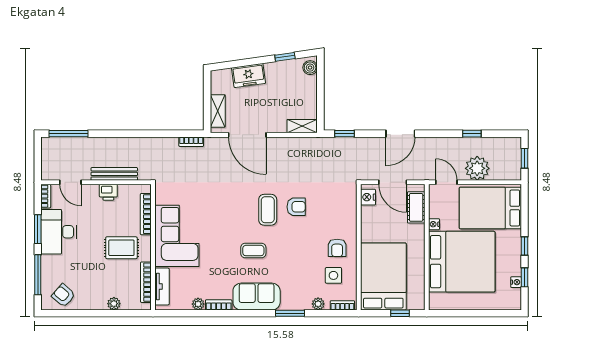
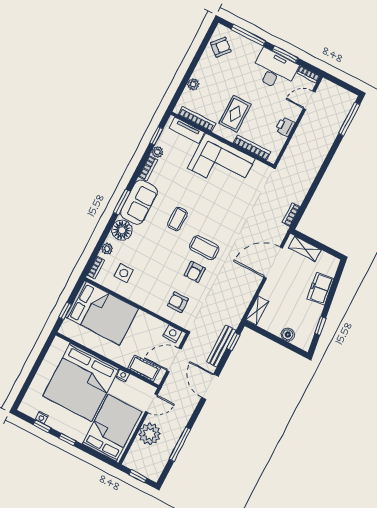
boiler: (310, 68) -> (288, 335), moved
window: (472, 134) -> (180, 444), width x2.17
bench: (114, 174) -> (221, 346), moved
armchair: (337, 248) -> (178, 302), moved
floor lamp: (292, 299) -> (122, 230), added
window: (183, 313) -> (156, 136), added
window: (290, 313) -> (122, 202), moved

